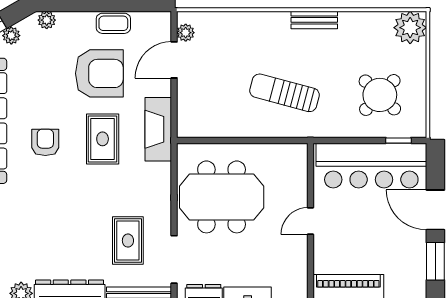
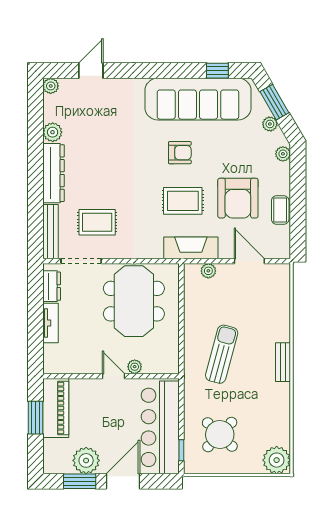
bench: (314, 20) -> (283, 362), moved
plant: (186, 33) -> (208, 271), moved
plant: (299, 196) -> (135, 367), added
plant: (411, 254) -> (86, 460), added

